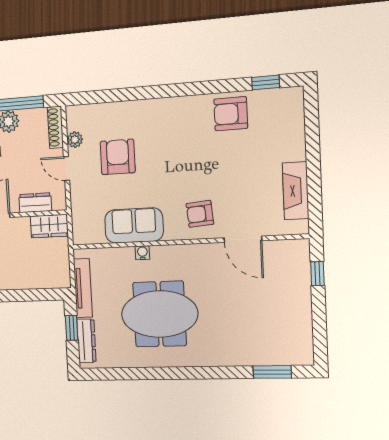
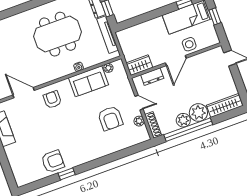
window: (266, 82) -> (67, 174), moved
armchair: (200, 214) -> (52, 100), turned -85
plant: (97, 237) -> (108, 68), added

